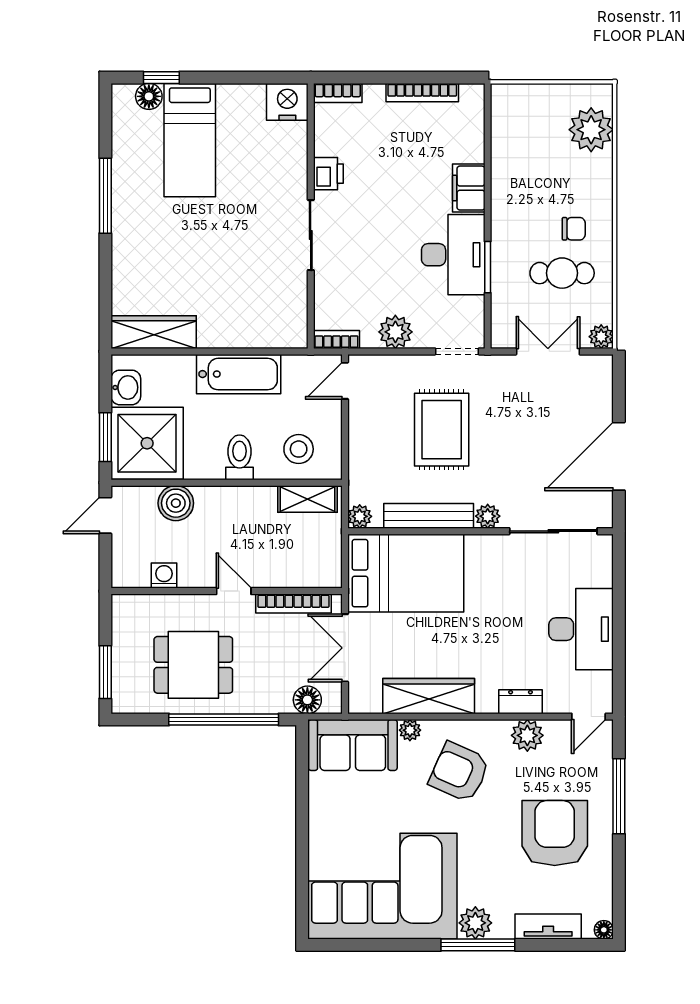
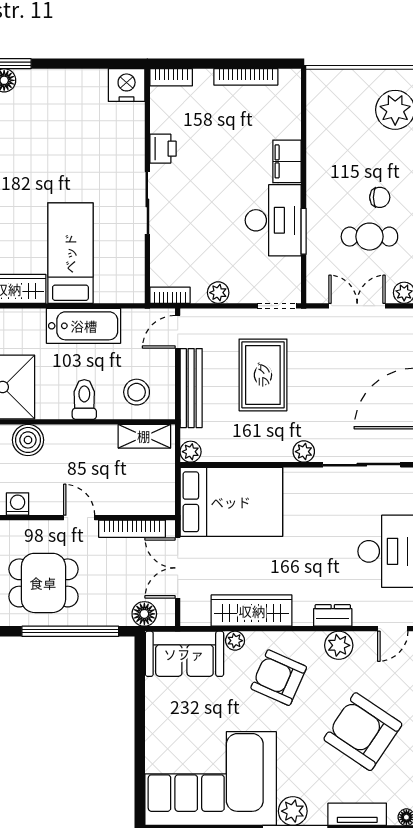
bed: (190, 140) -> (70, 253), moved, turned 180
plant: (395, 332) -> (218, 293), width x0.73, depth x0.73
bench: (429, 516) -> (191, 388), moved, turned 90
armchair: (555, 833) -> (363, 732), turned -56

